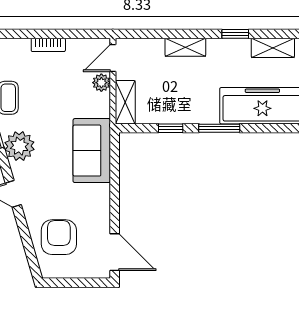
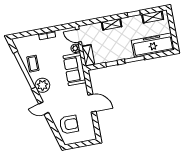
door: (113, 58) -> (79, 36), hinge flipped
sofa: (92, 151) -> (75, 69), moved
armchair: (59, 237) -> (69, 124), turned 90
door: (115, 252) -> (92, 103), moved

